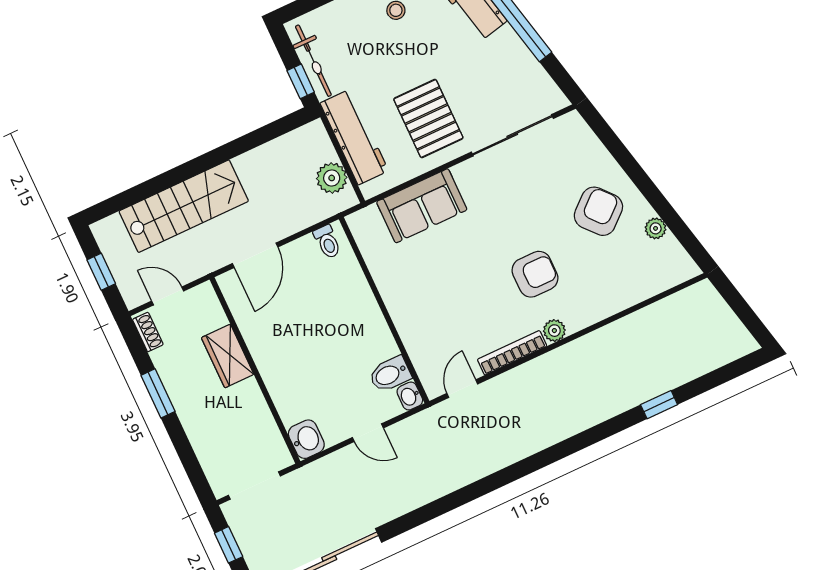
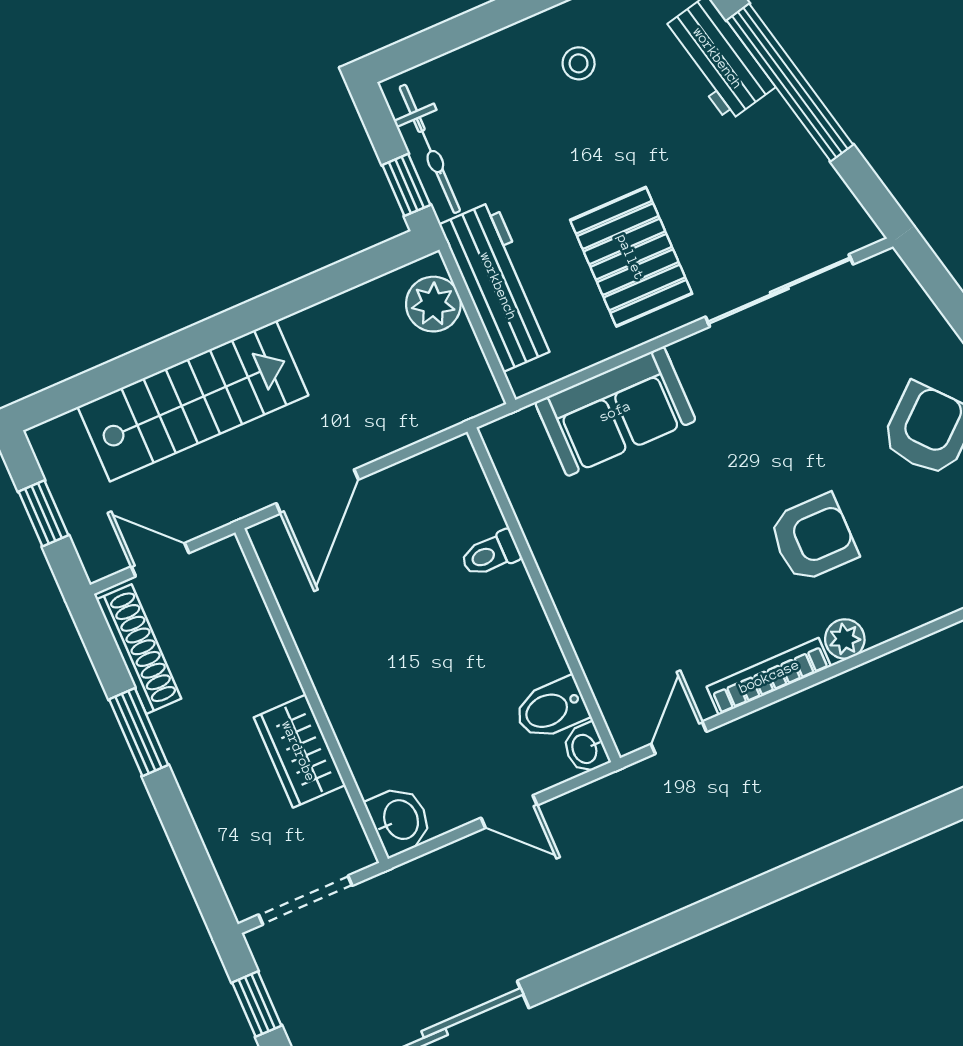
plant: (332, 178) -> (433, 304), moved
toilet: (327, 242) -> (490, 554), moved, turned 90
shoe rack: (148, 332) -> (139, 649), width x1.94, depth x1.24
wardrobe: (228, 356) -> (299, 751), moved

